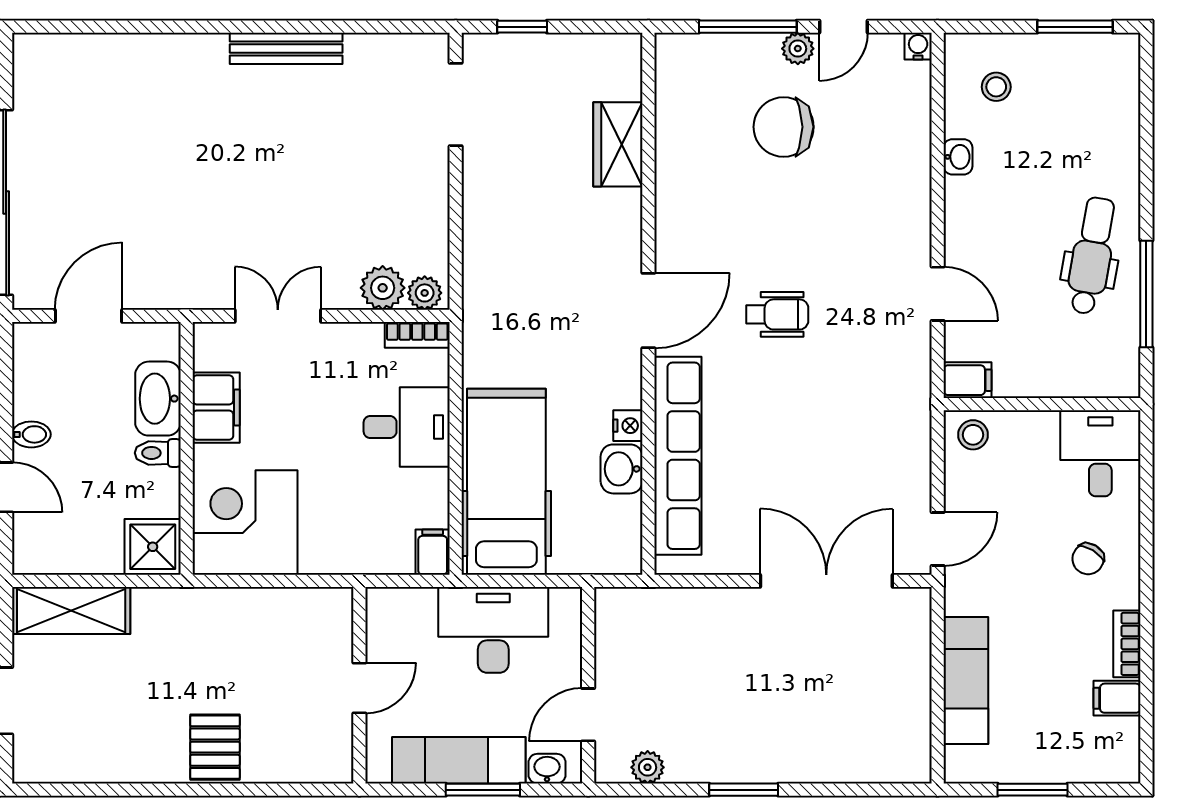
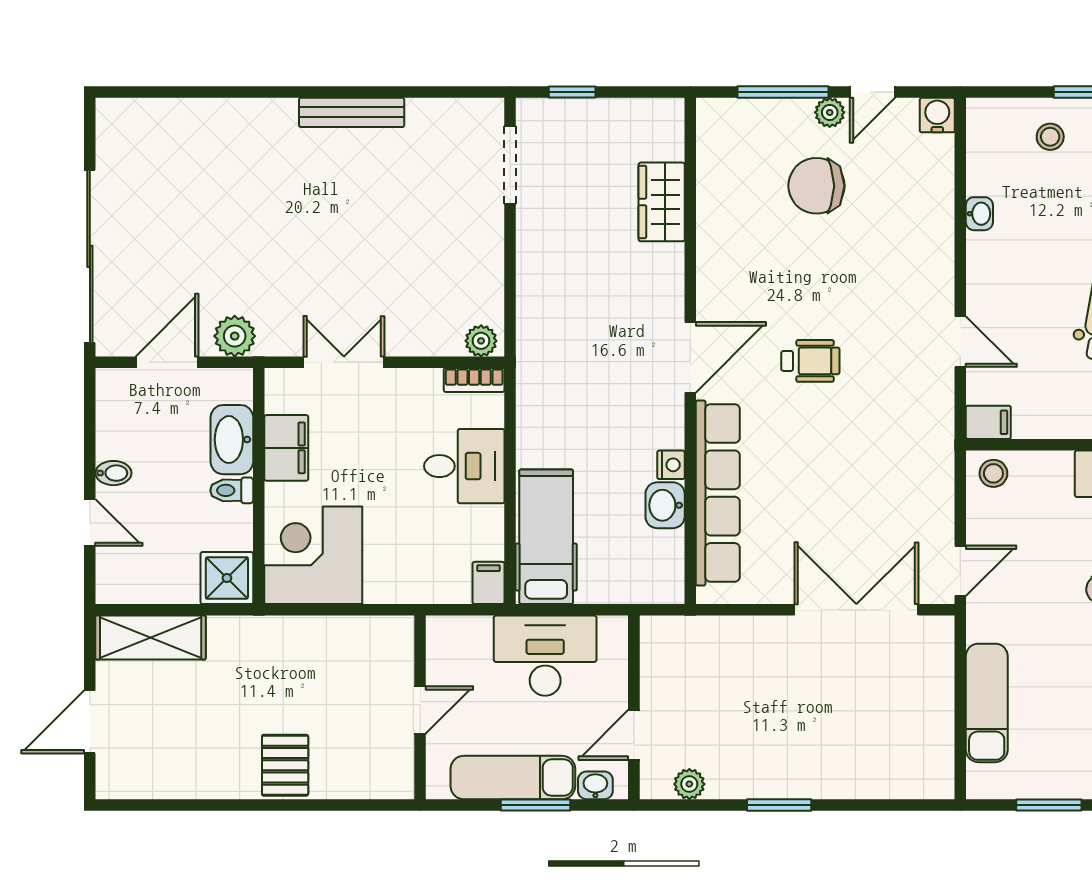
water cooler: (918, 46) -> (937, 115), width x1.38, depth x1.38
stool: (996, 87) -> (1050, 137), moved
plant: (383, 288) -> (235, 336), moved
hospital bed: (506, 482) -> (546, 537), width x0.73, depth x0.78

